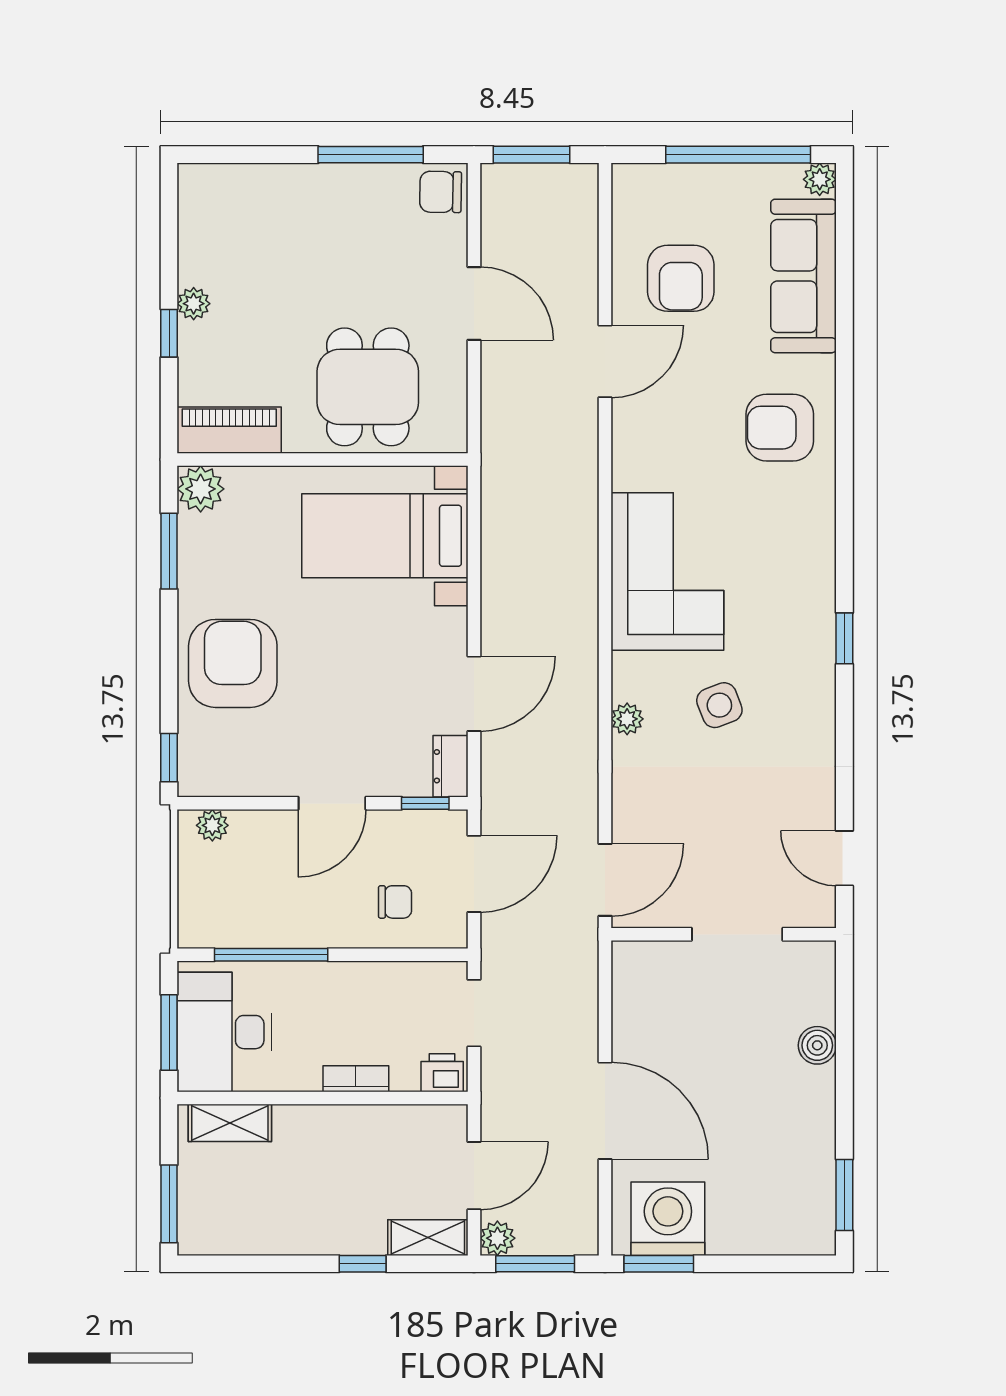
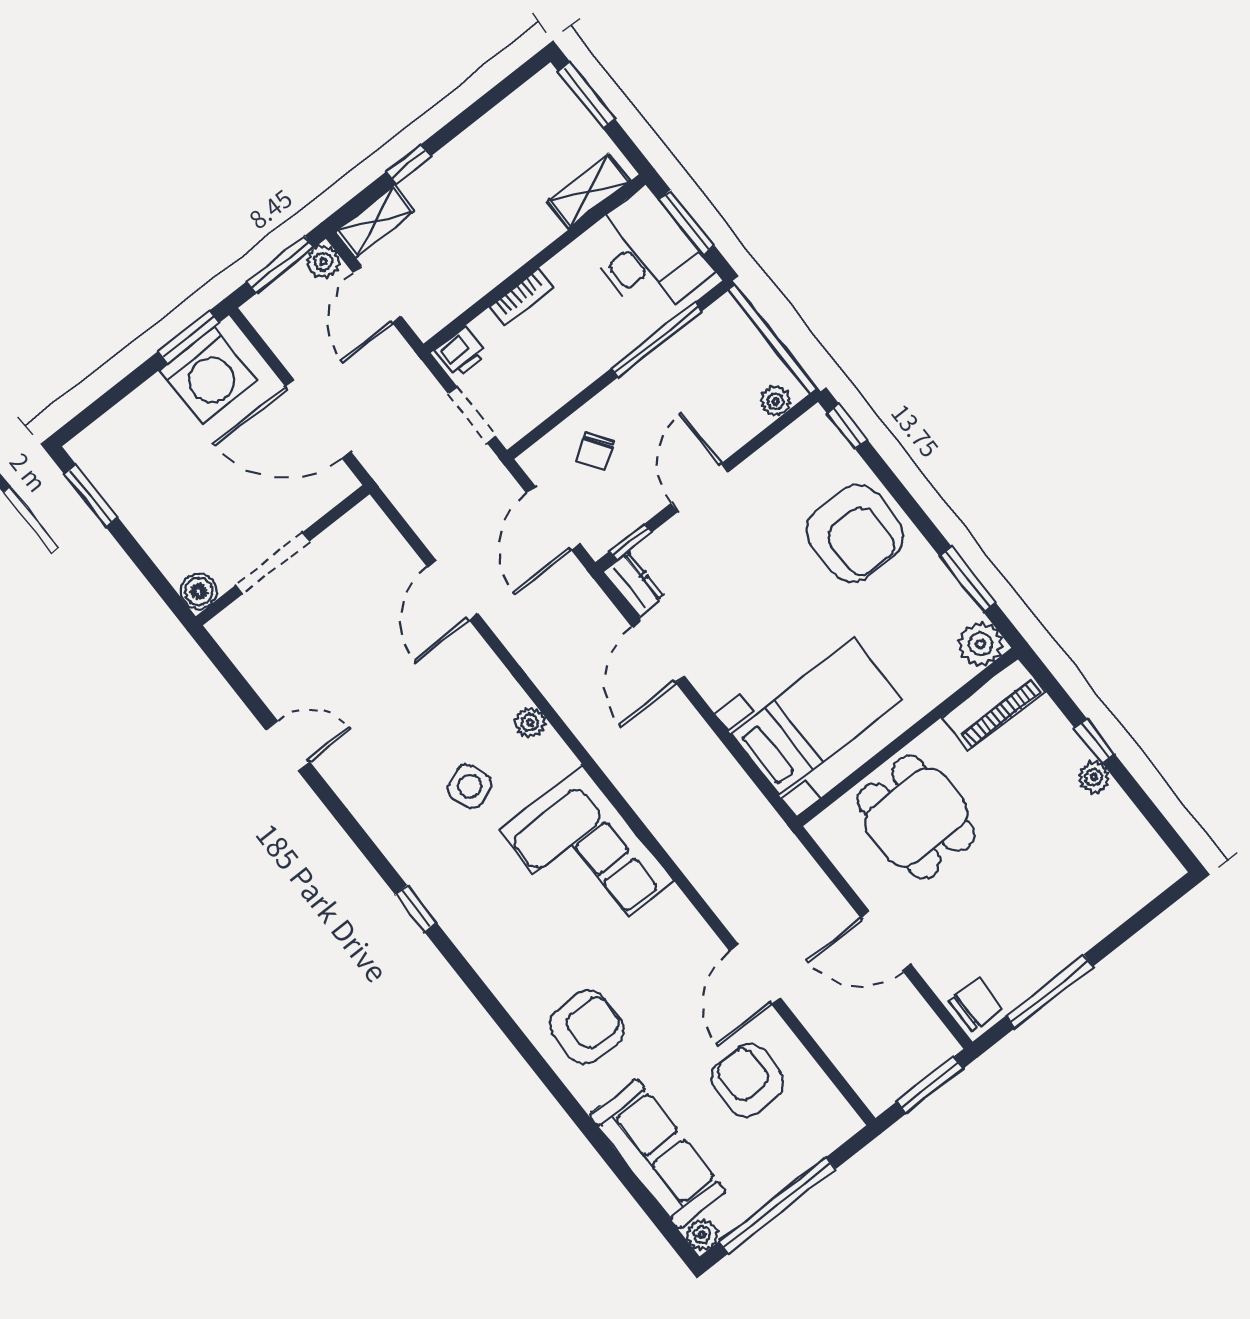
chair: (395, 902) -> (595, 451), turned -35
wall: (724, 934) -> (283, 555), moved
doorway: (737, 934) -> (273, 563), moved

